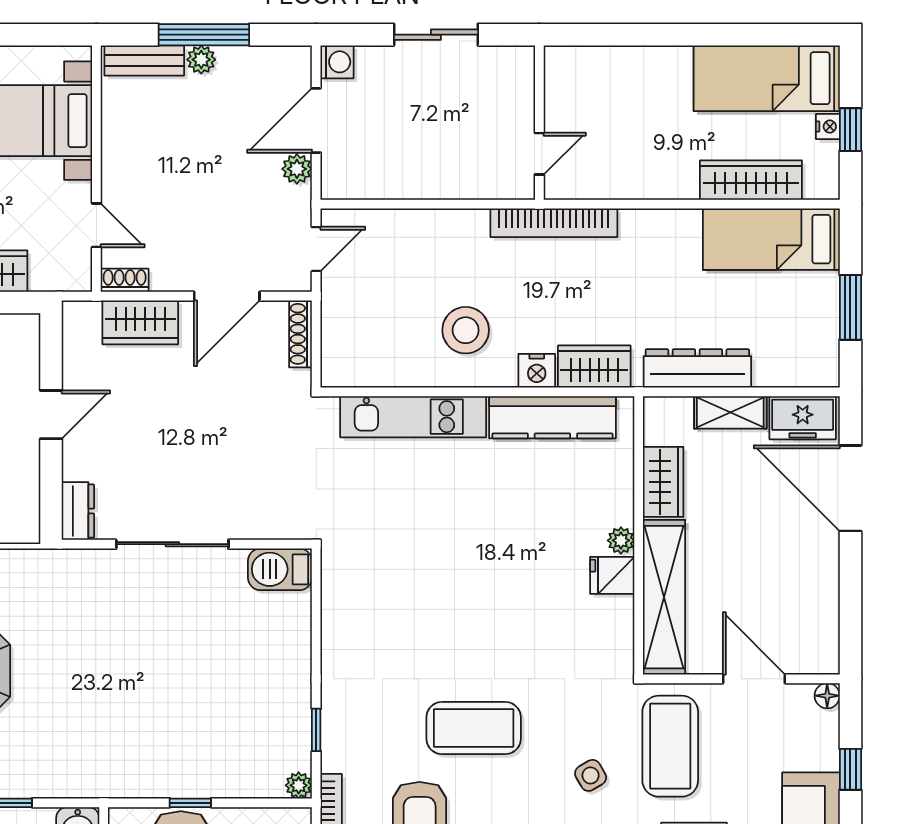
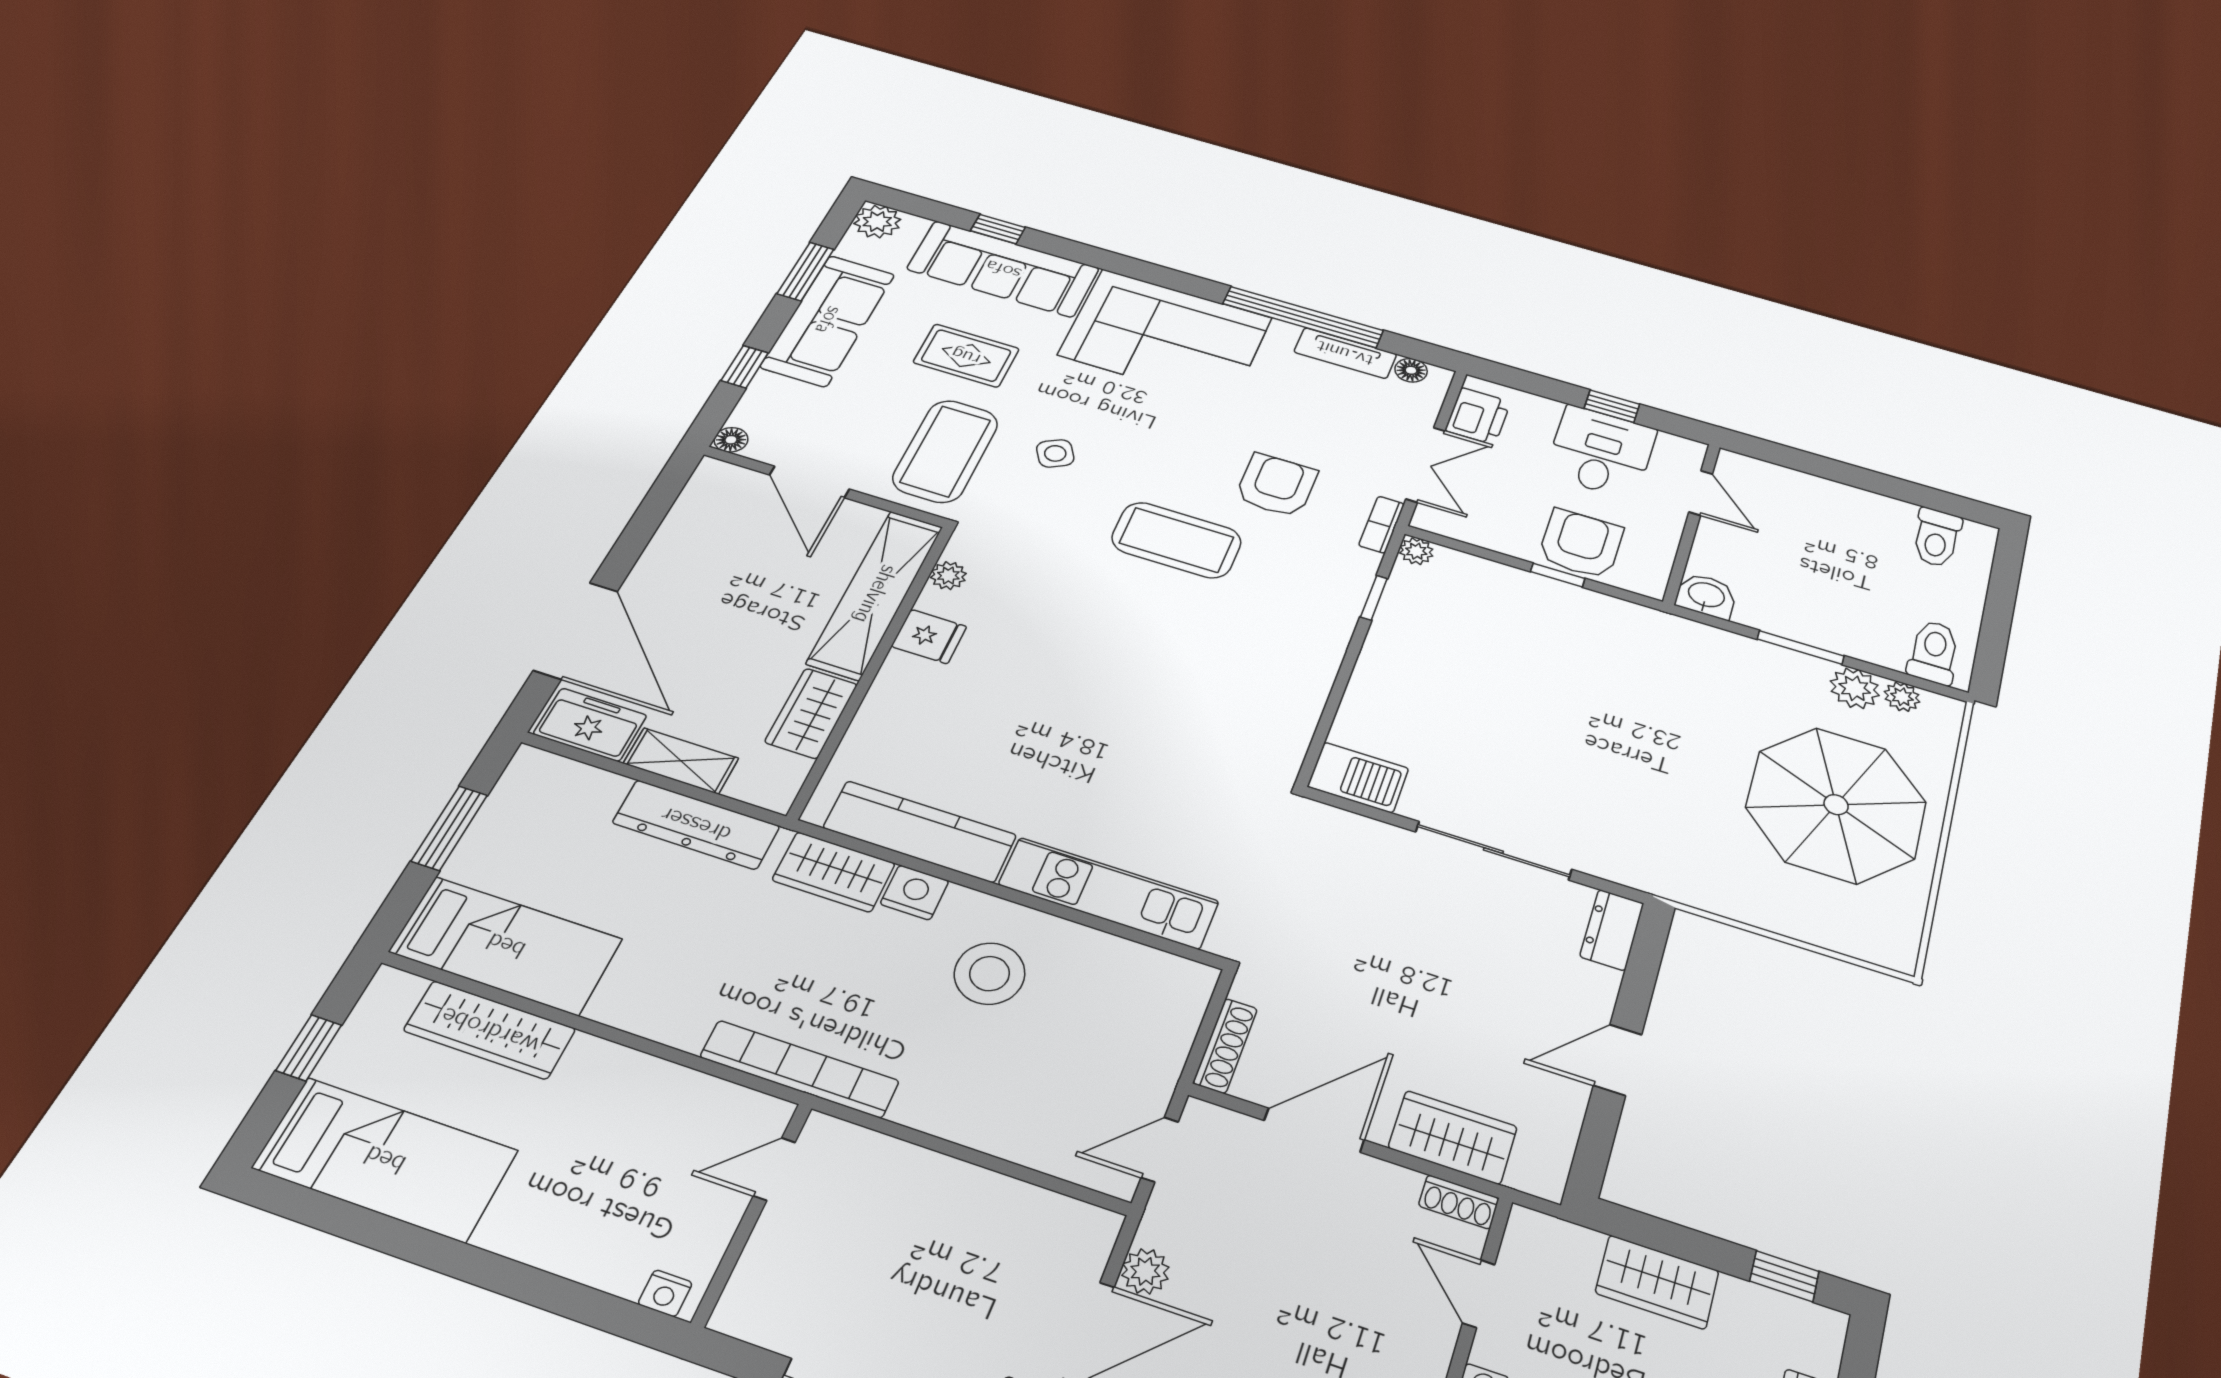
nightstand: (828, 127) -> (665, 1293), moved, turned -90
plant: (621, 540) -> (948, 576), moved

